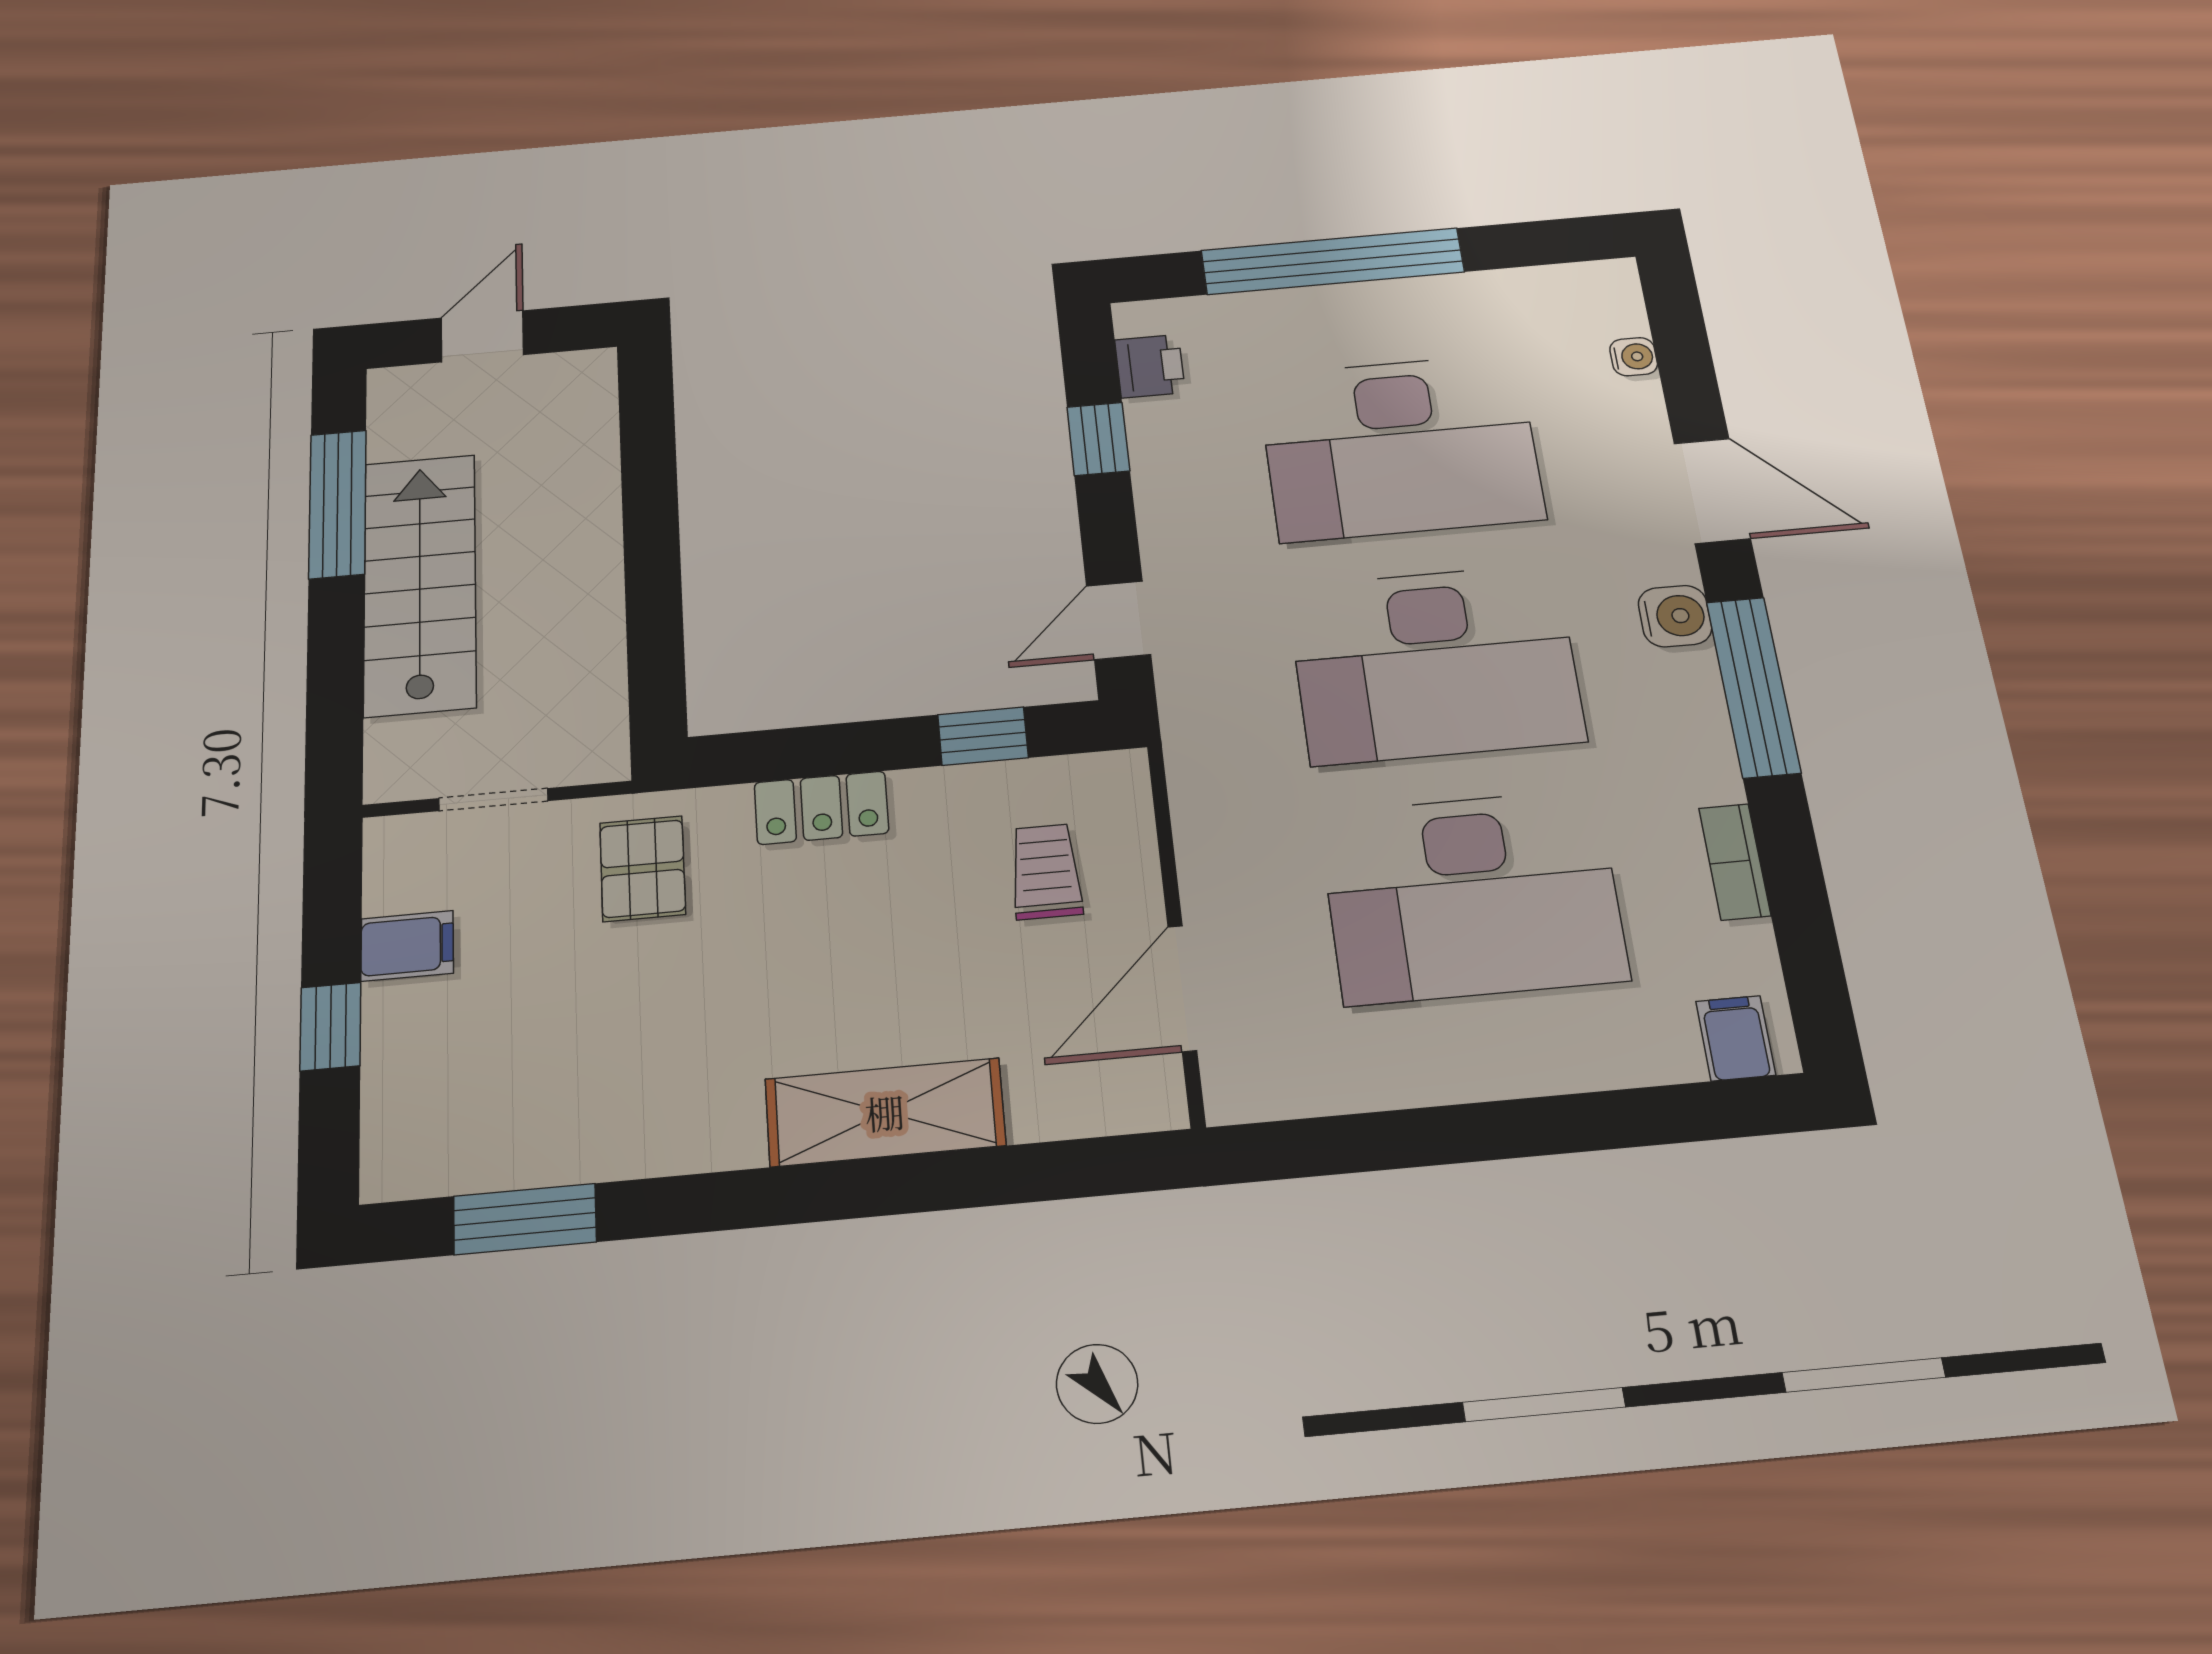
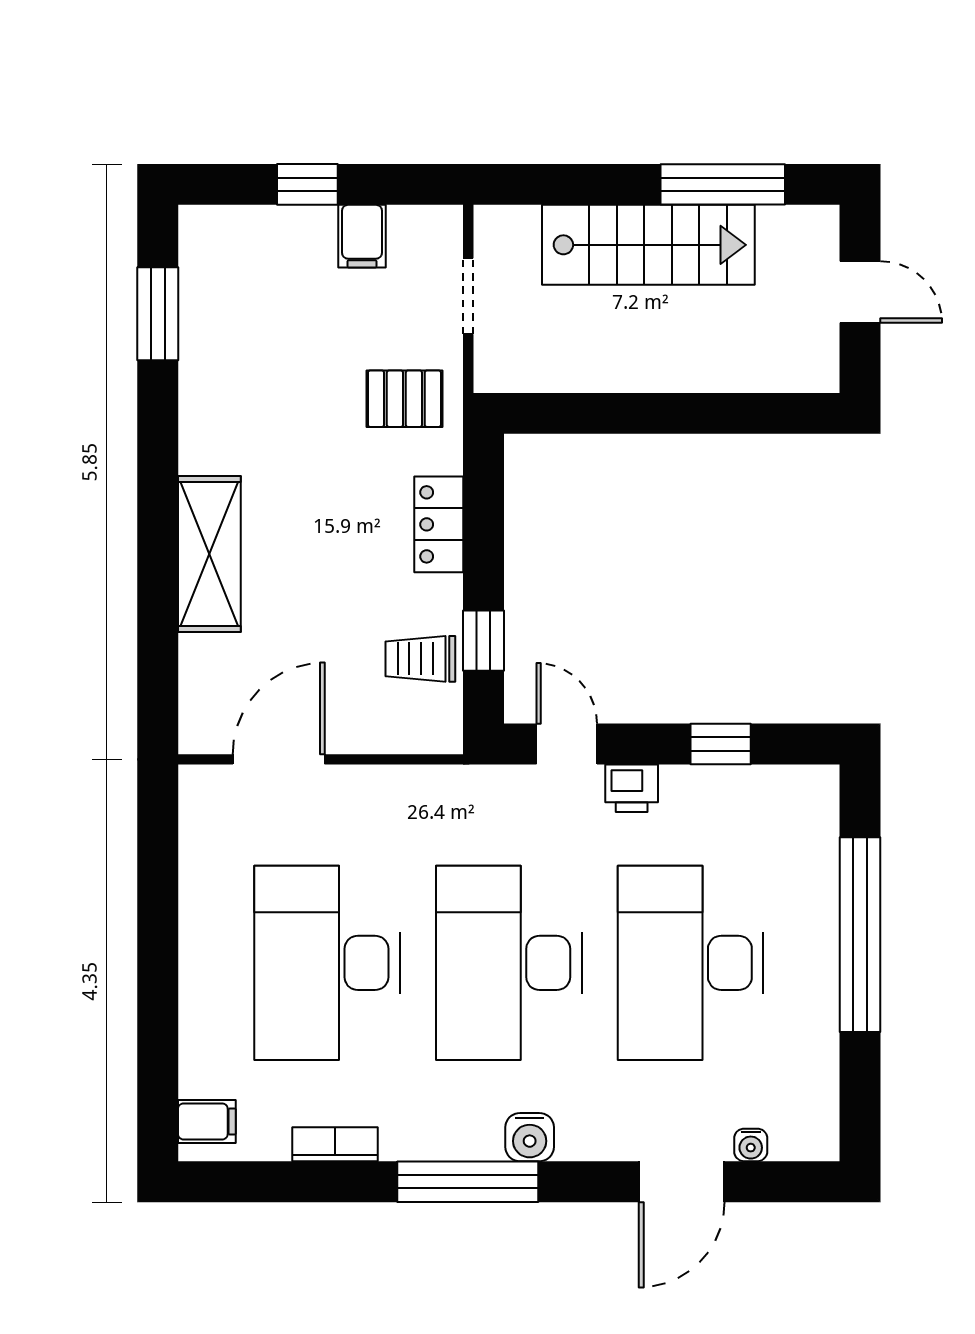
printer: (1150, 366) -> (632, 788), moved
door: (1712, 491) -> (682, 1182), moved
trolley: (1046, 872) -> (420, 659), moved, turned 180
door: (1182, 988) -> (279, 759), hinge flipped

